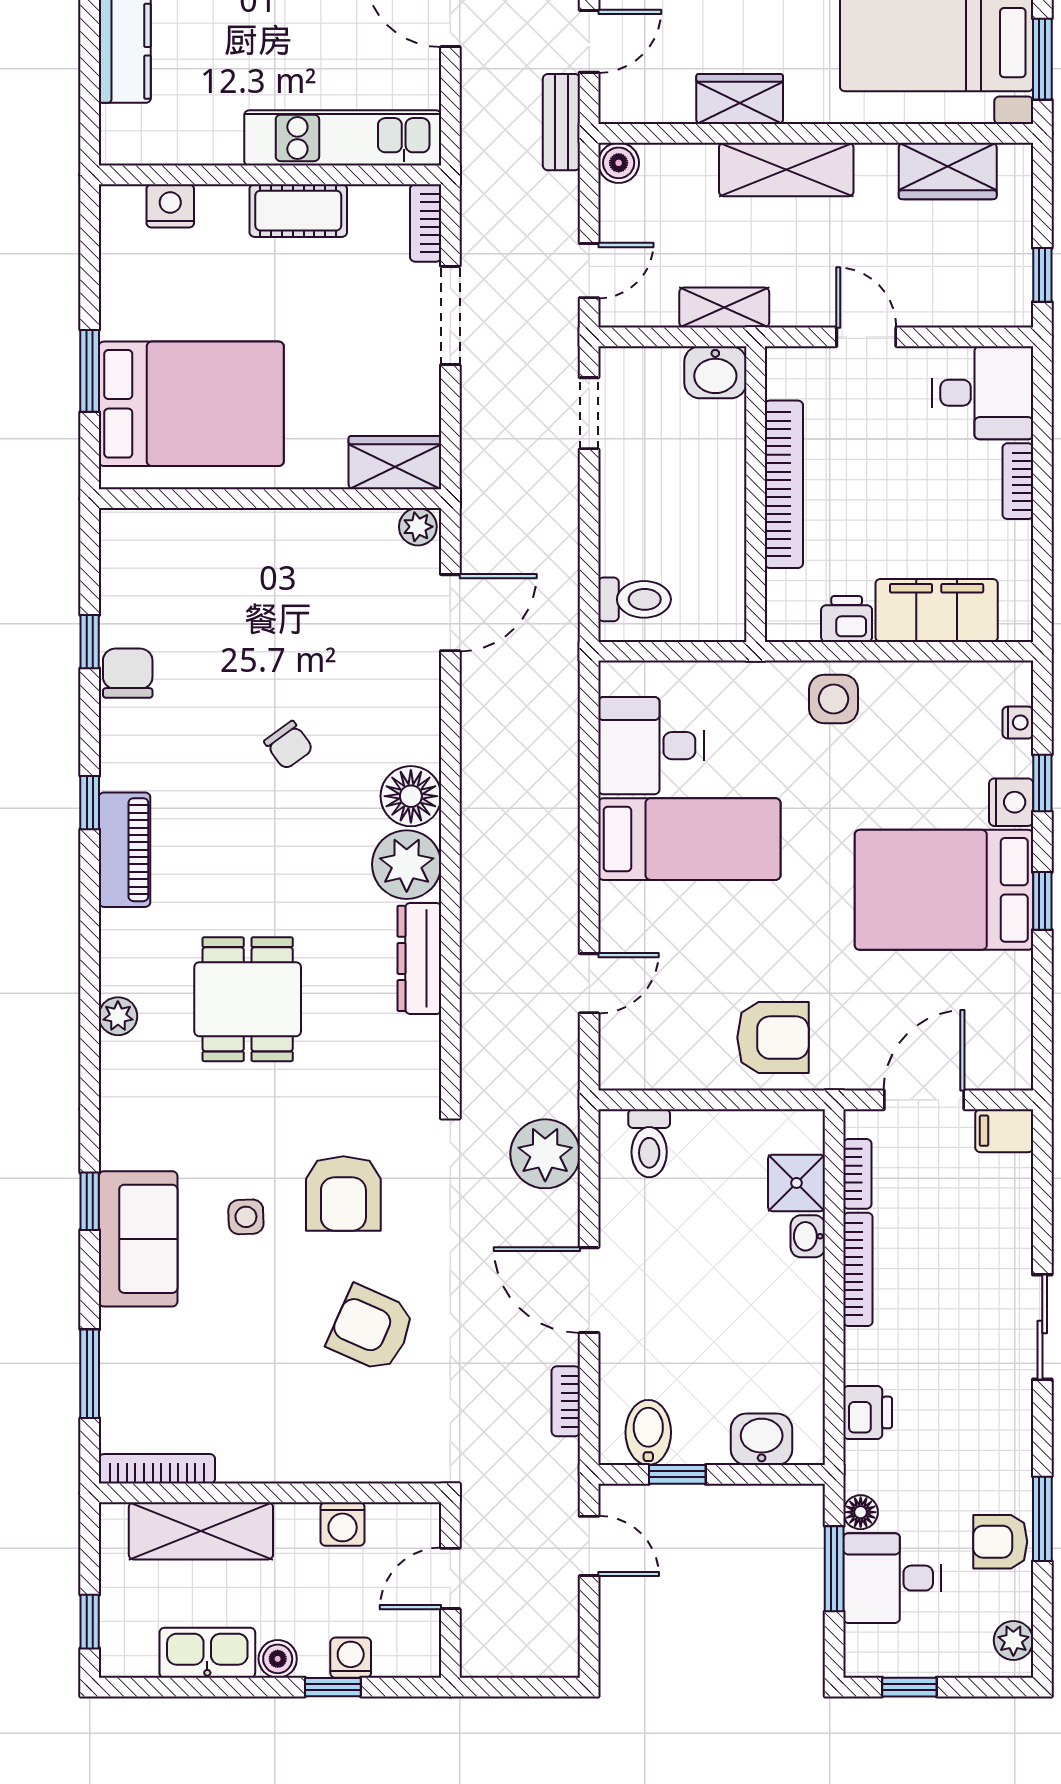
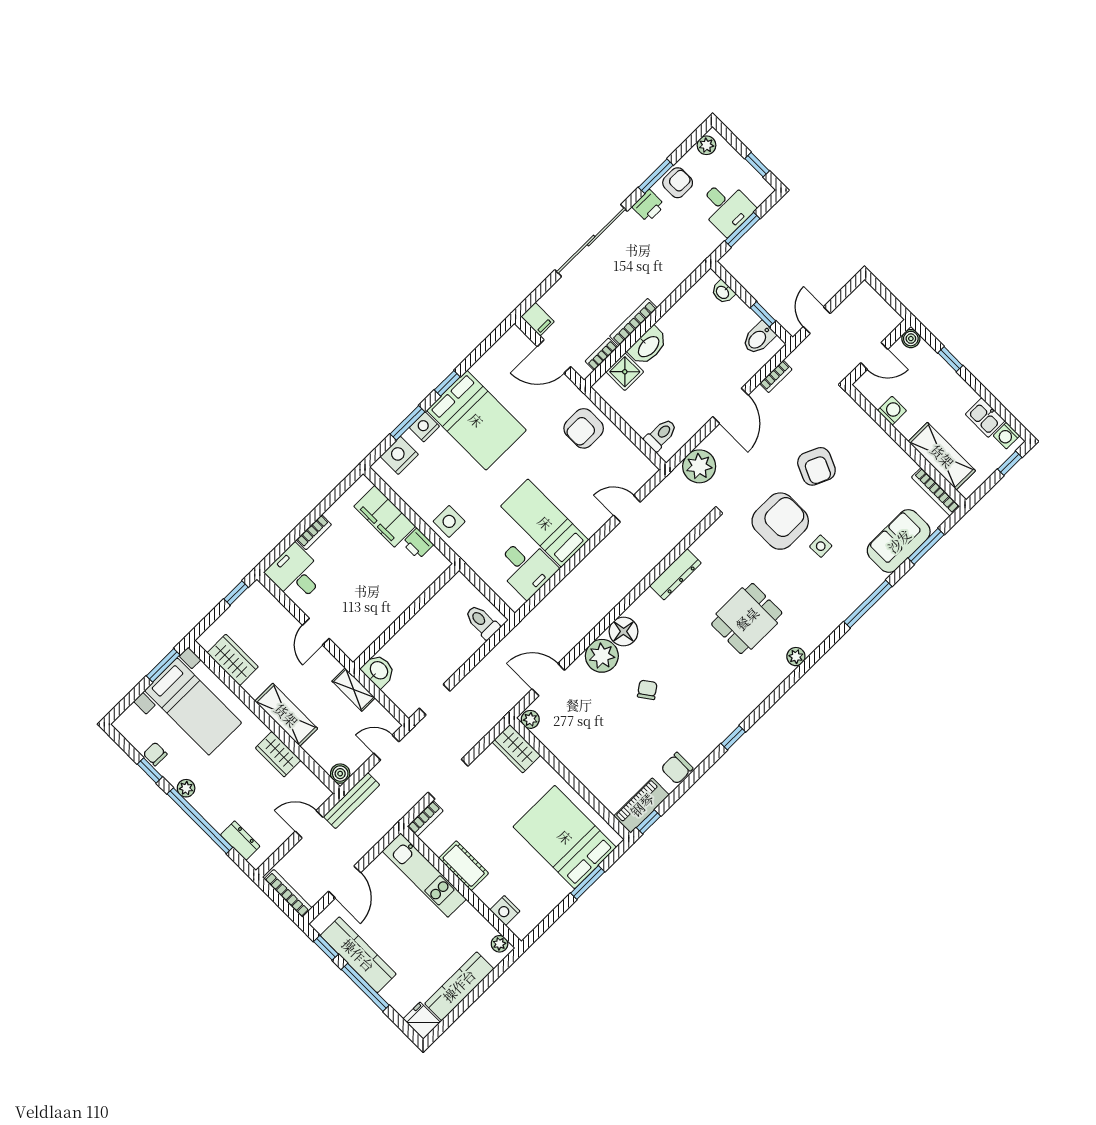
bench: (561, 122) -> (352, 801), width x1.36
plant: (129, 148) -> (500, 944), added
bookcase: (784, 484) -> (393, 610), removed
window: (90, 642) -> (649, 822), moved
nightstand: (1018, 723) -> (399, 455), width x1.89, depth x1.79
window: (1042, 783) -> (407, 423), width x1.50
piano: (125, 850) -> (642, 805), moved
plant: (407, 865) -> (602, 656), moved
armchair: (773, 1038) -> (584, 428), turned -90
armchair: (343, 1194) -> (780, 521), width x1.36, depth x1.36
window: (90, 1201) -> (868, 604), width x2.17
washbasin: (808, 1236) -> (648, 346), width x1.91, depth x1.45
sofa: (138, 1239) -> (899, 541), moved
sliding door: (1042, 1327) -> (591, 241), width x1.86
printer: (868, 1412) -> (648, 206), moved, turned 180
washbasin: (762, 1439) -> (723, 292), width x0.72, depth x0.69
floor lamp: (861, 1512) -> (714, 240), removed
armchair: (1000, 1542) -> (678, 183), turned -90
kitchen sink: (207, 1653) -> (985, 418), width x0.73
washing machine: (351, 1658) -> (1006, 436), moved
boiler: (278, 1659) -> (911, 339), moved

